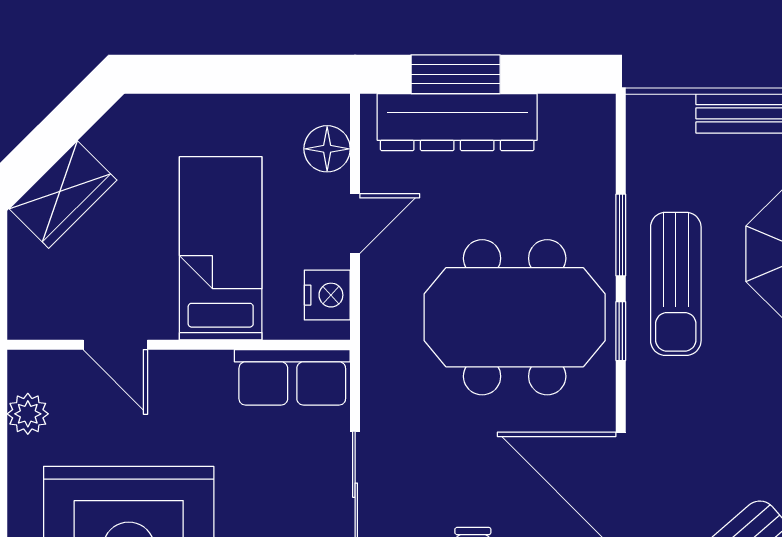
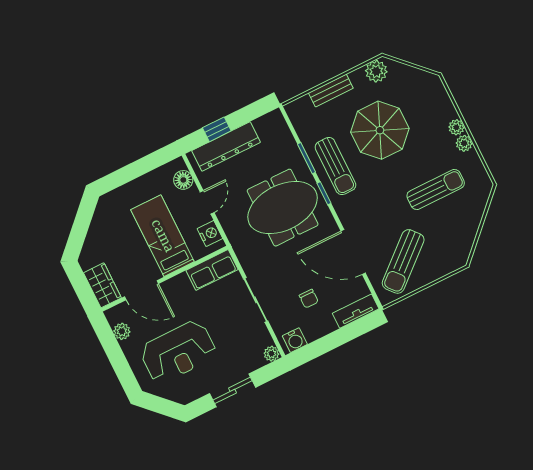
window: (456, 74) -> (217, 129), width x0.67
wardrobe: (63, 194) -> (102, 285), moved, turned -45
door: (115, 345) -> (141, 290), width x1.38

